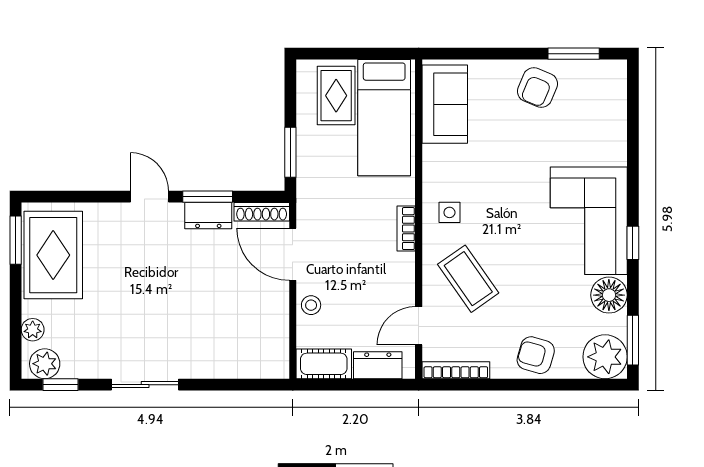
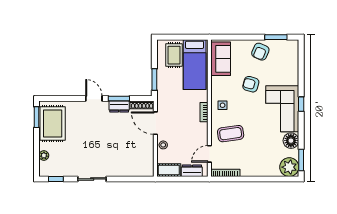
window: (633, 243) -> (301, 104), moved
coffee table: (468, 279) -> (231, 134), turned -63
armchair: (536, 355) -> (251, 84), moved
plant: (45, 364) -> (49, 170), removed

